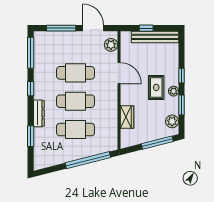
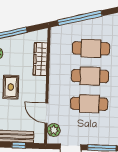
door: (119, 73) -> (46, 113), moved
wardrobe: (127, 117) -> (40, 59), width x1.50

